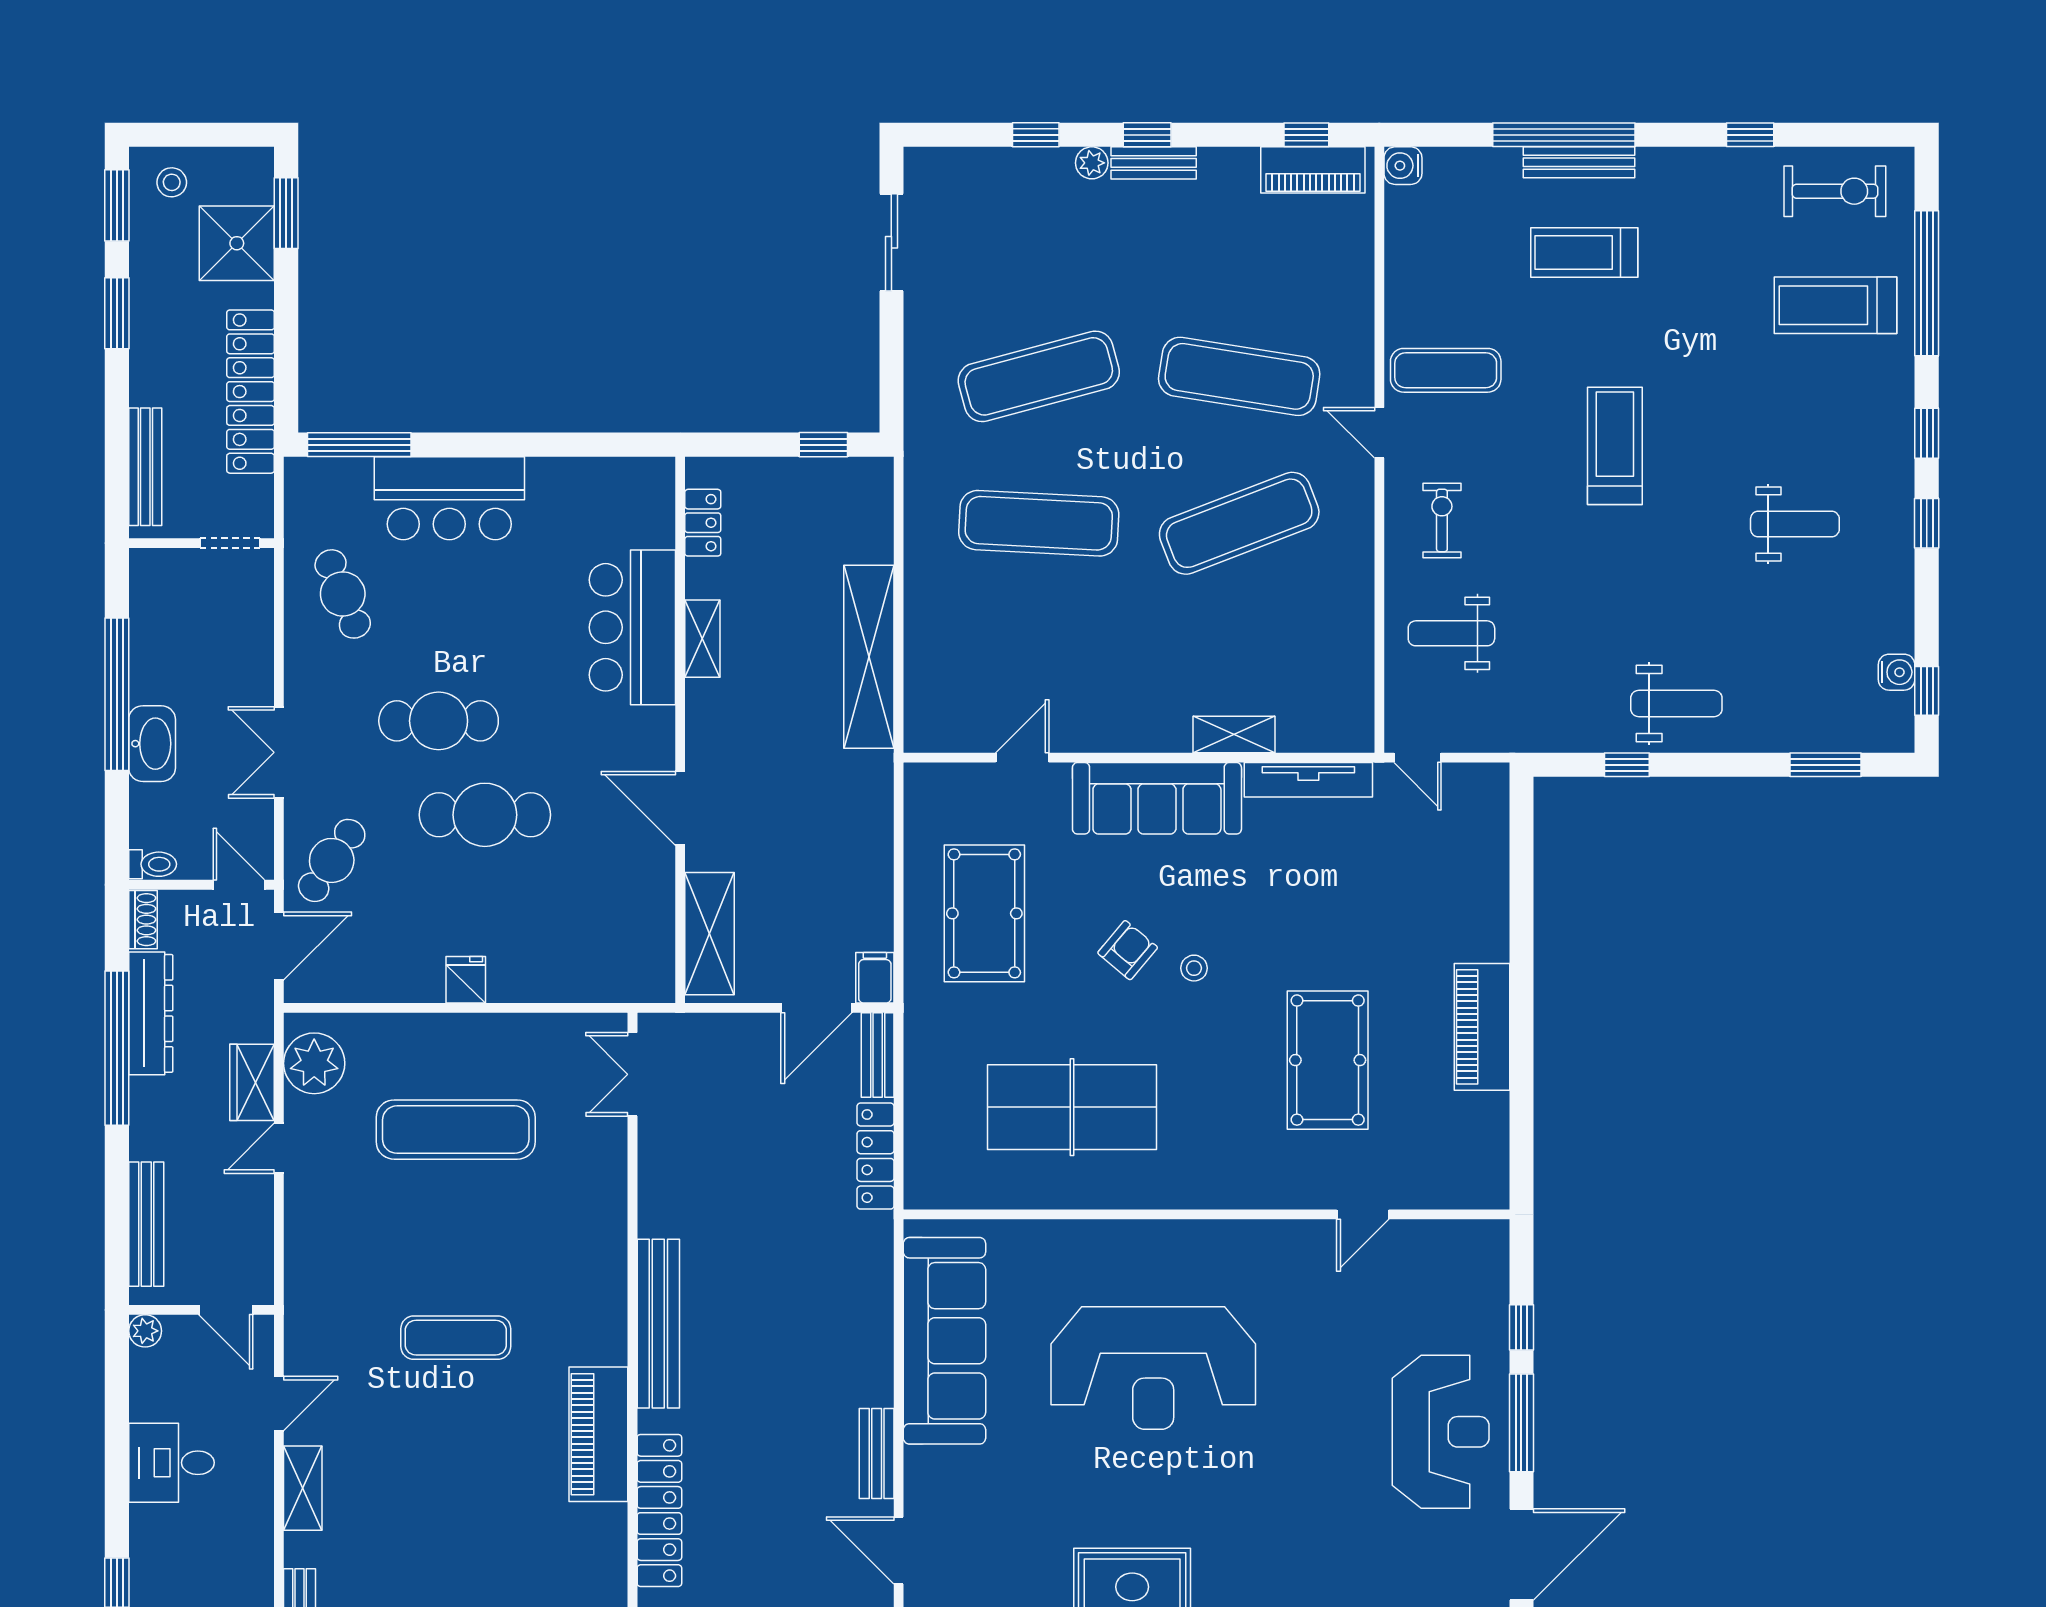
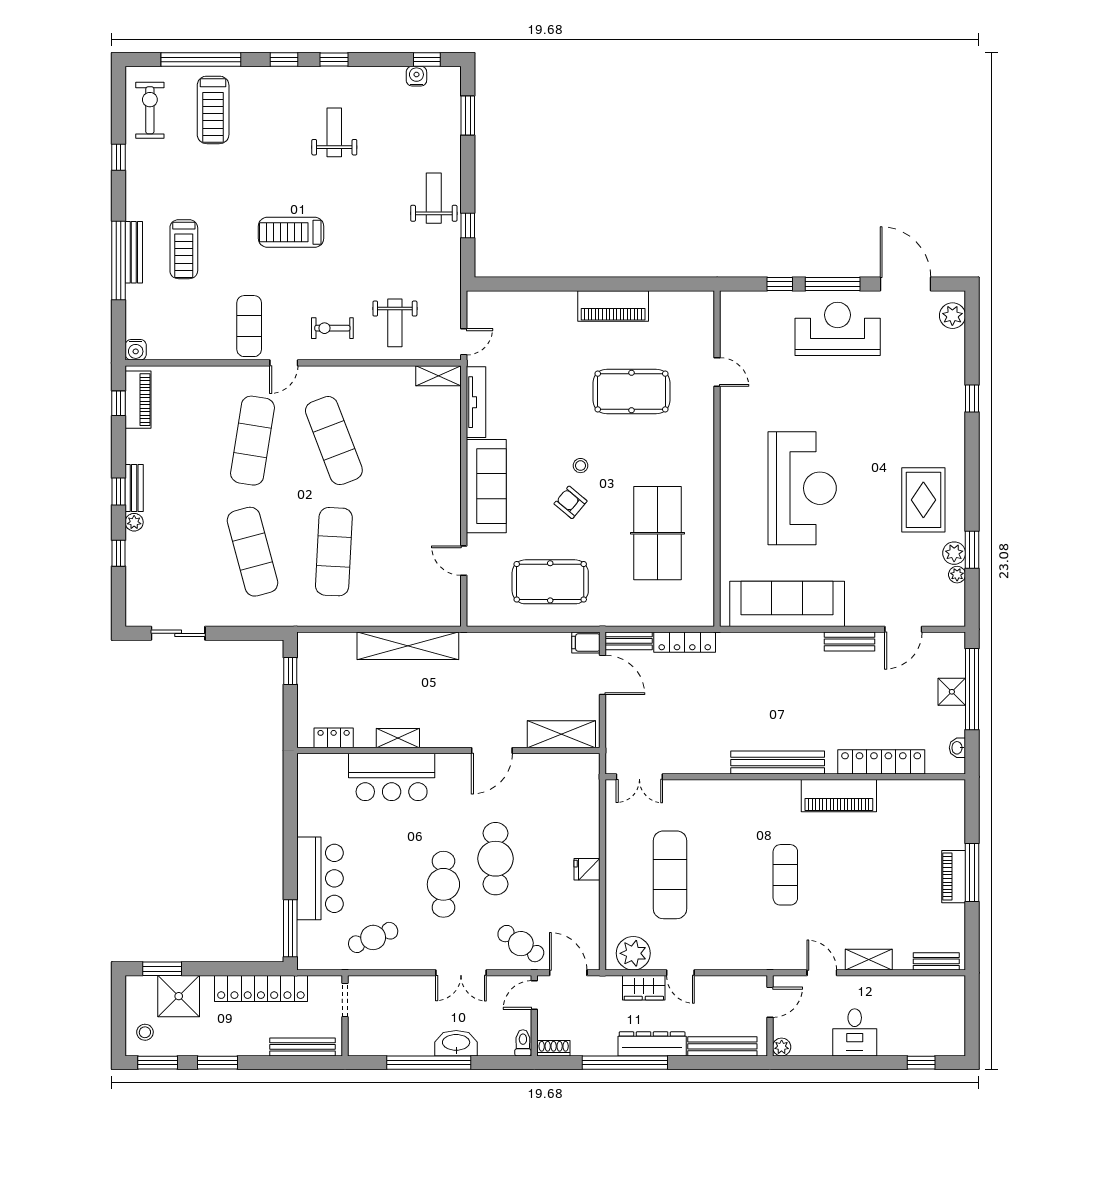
shelving: (1234, 735) -> (439, 376), moved, turned 90
dresser: (151, 1013) -> (652, 1044), moved

